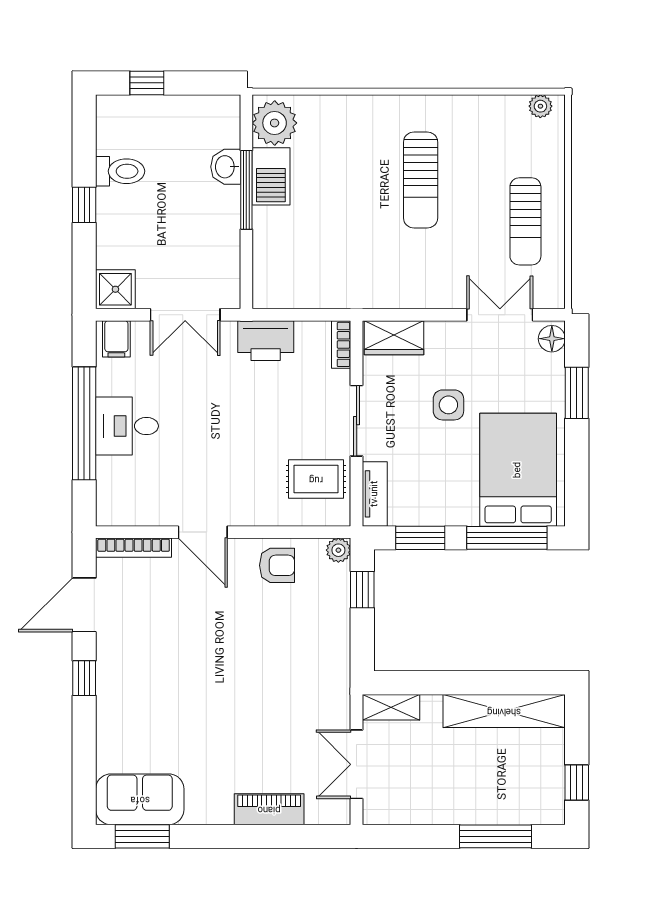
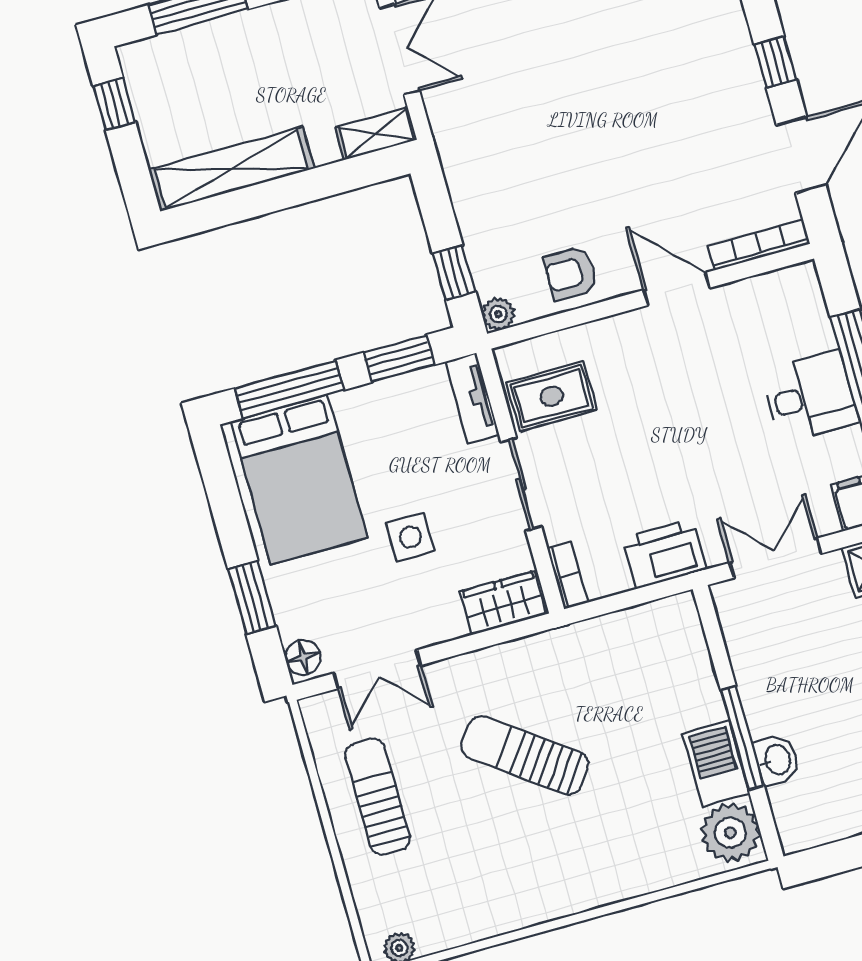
sun lounger: (421, 180) -> (525, 755), moved, turned -54

